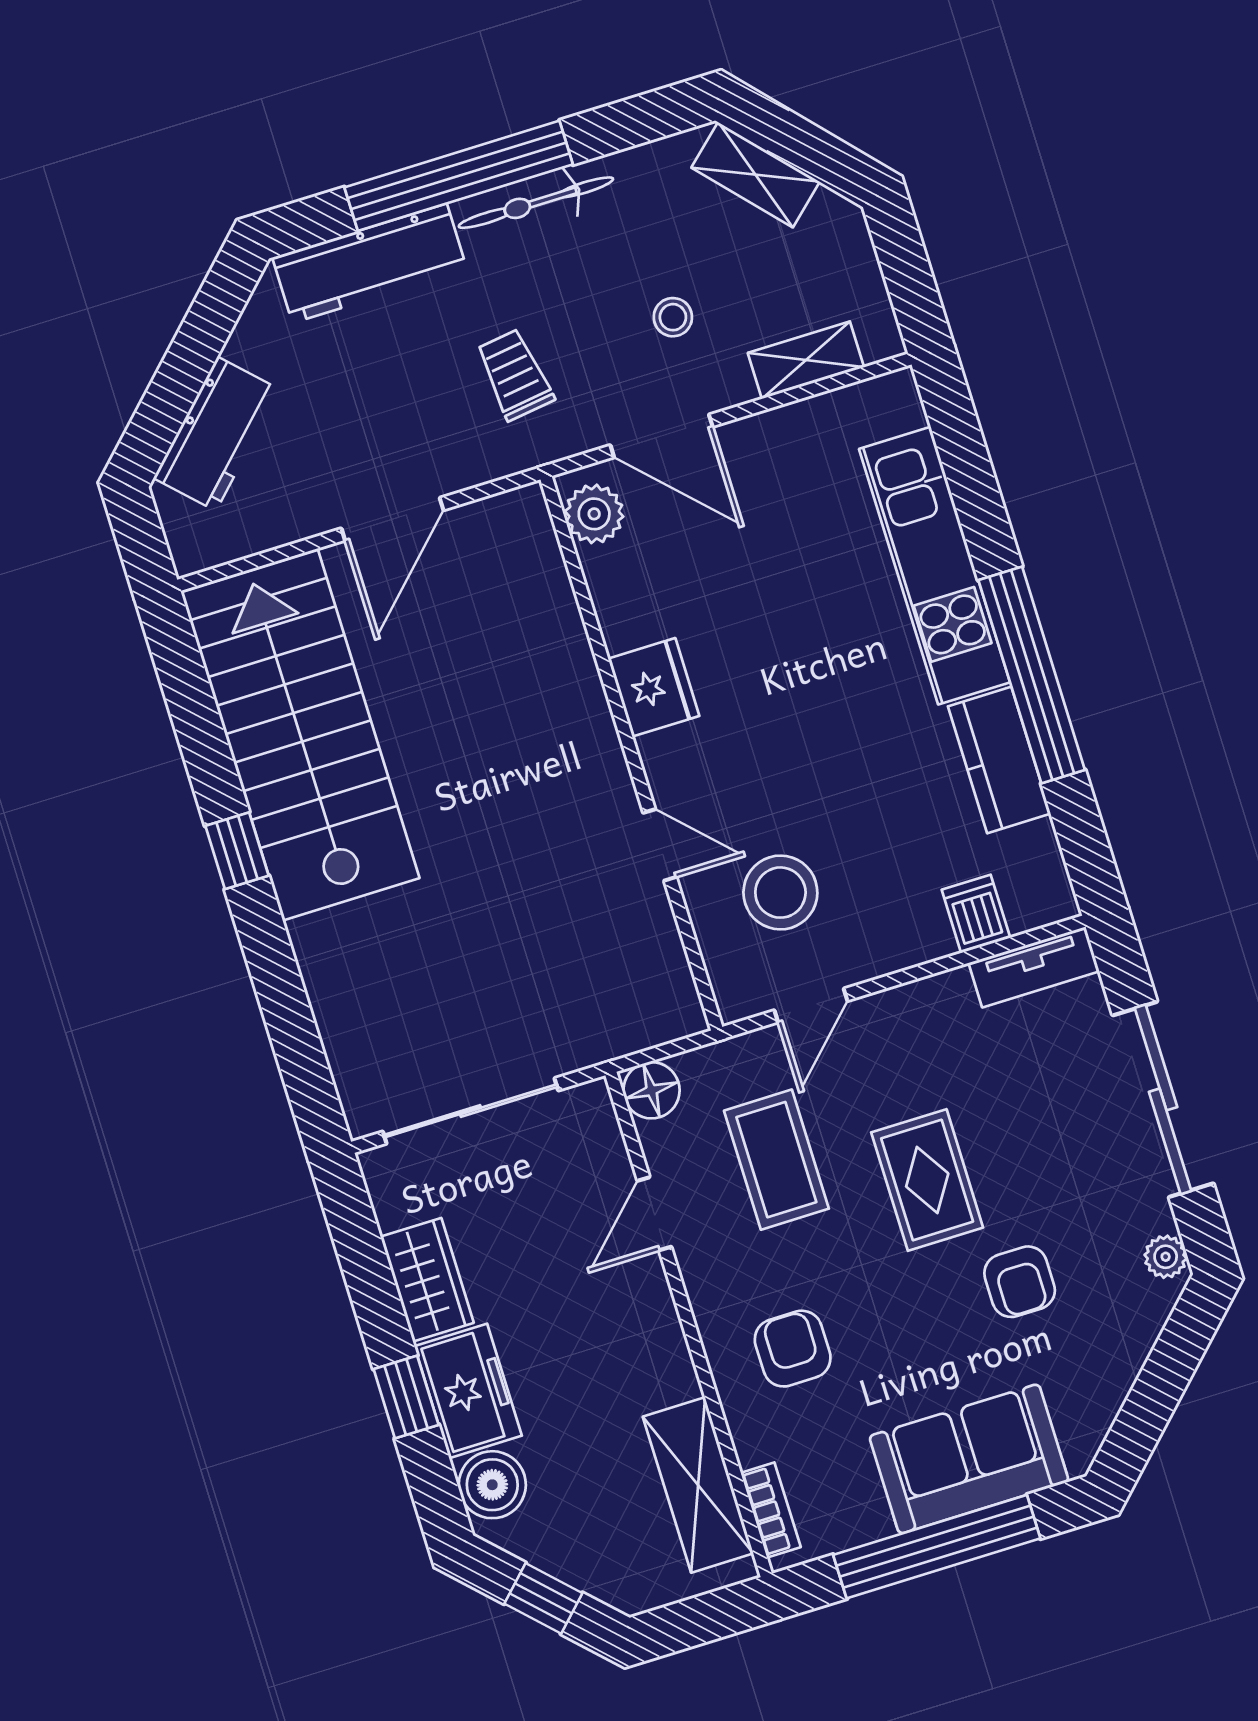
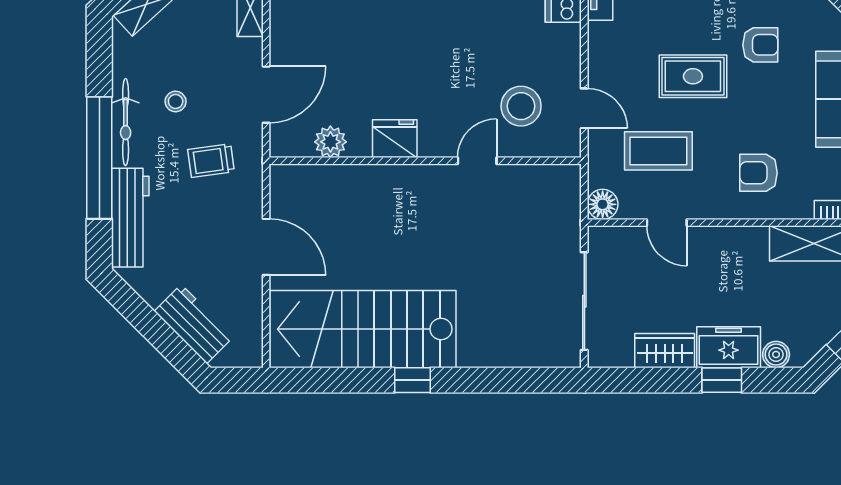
stool: (673, 317) -> (176, 101), moved
plant: (594, 514) -> (330, 142), moved
boiler: (492, 1485) -> (776, 354), width x0.73, depth x0.73

